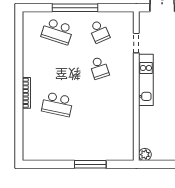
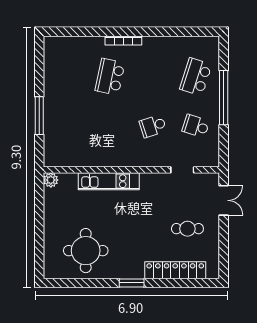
school desk: (99, 31) -> (196, 126), turned 42
kitchen unit: (146, 80) -> (109, 181), moved

